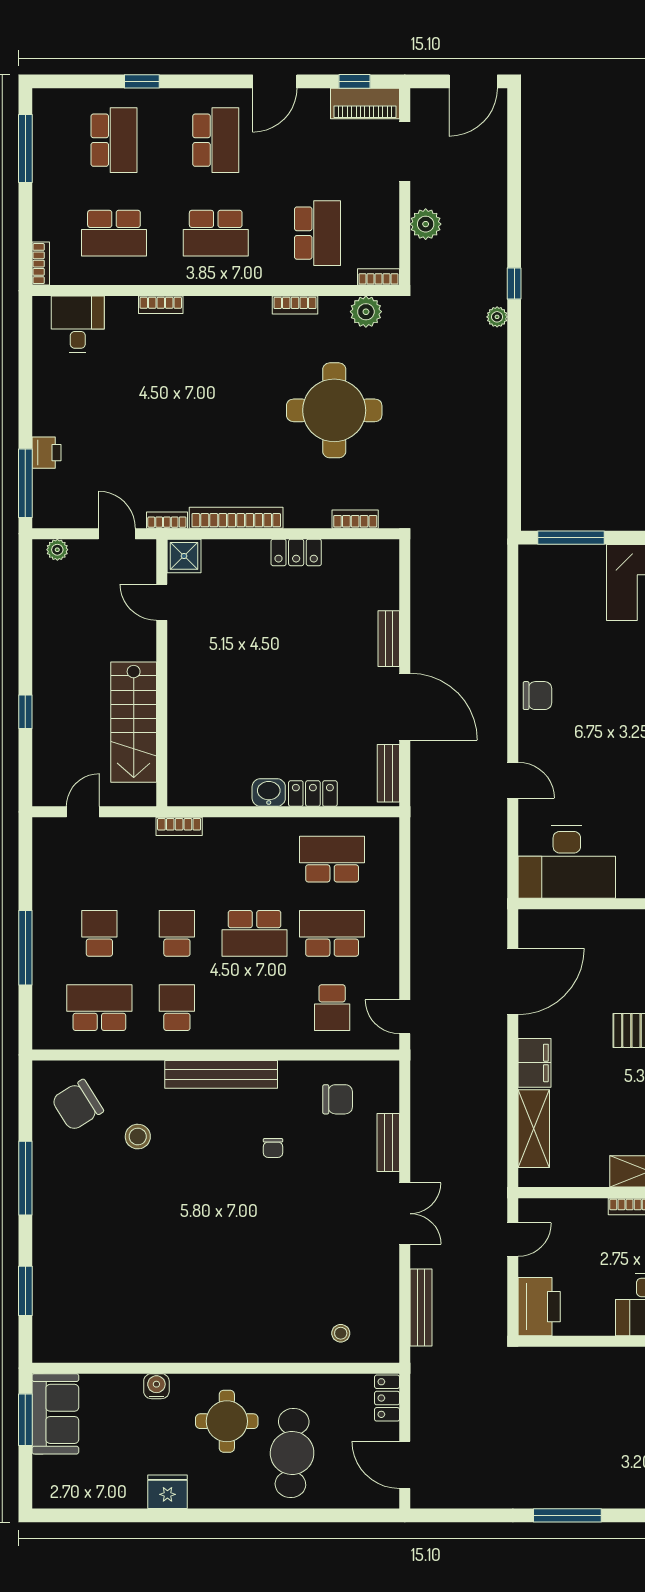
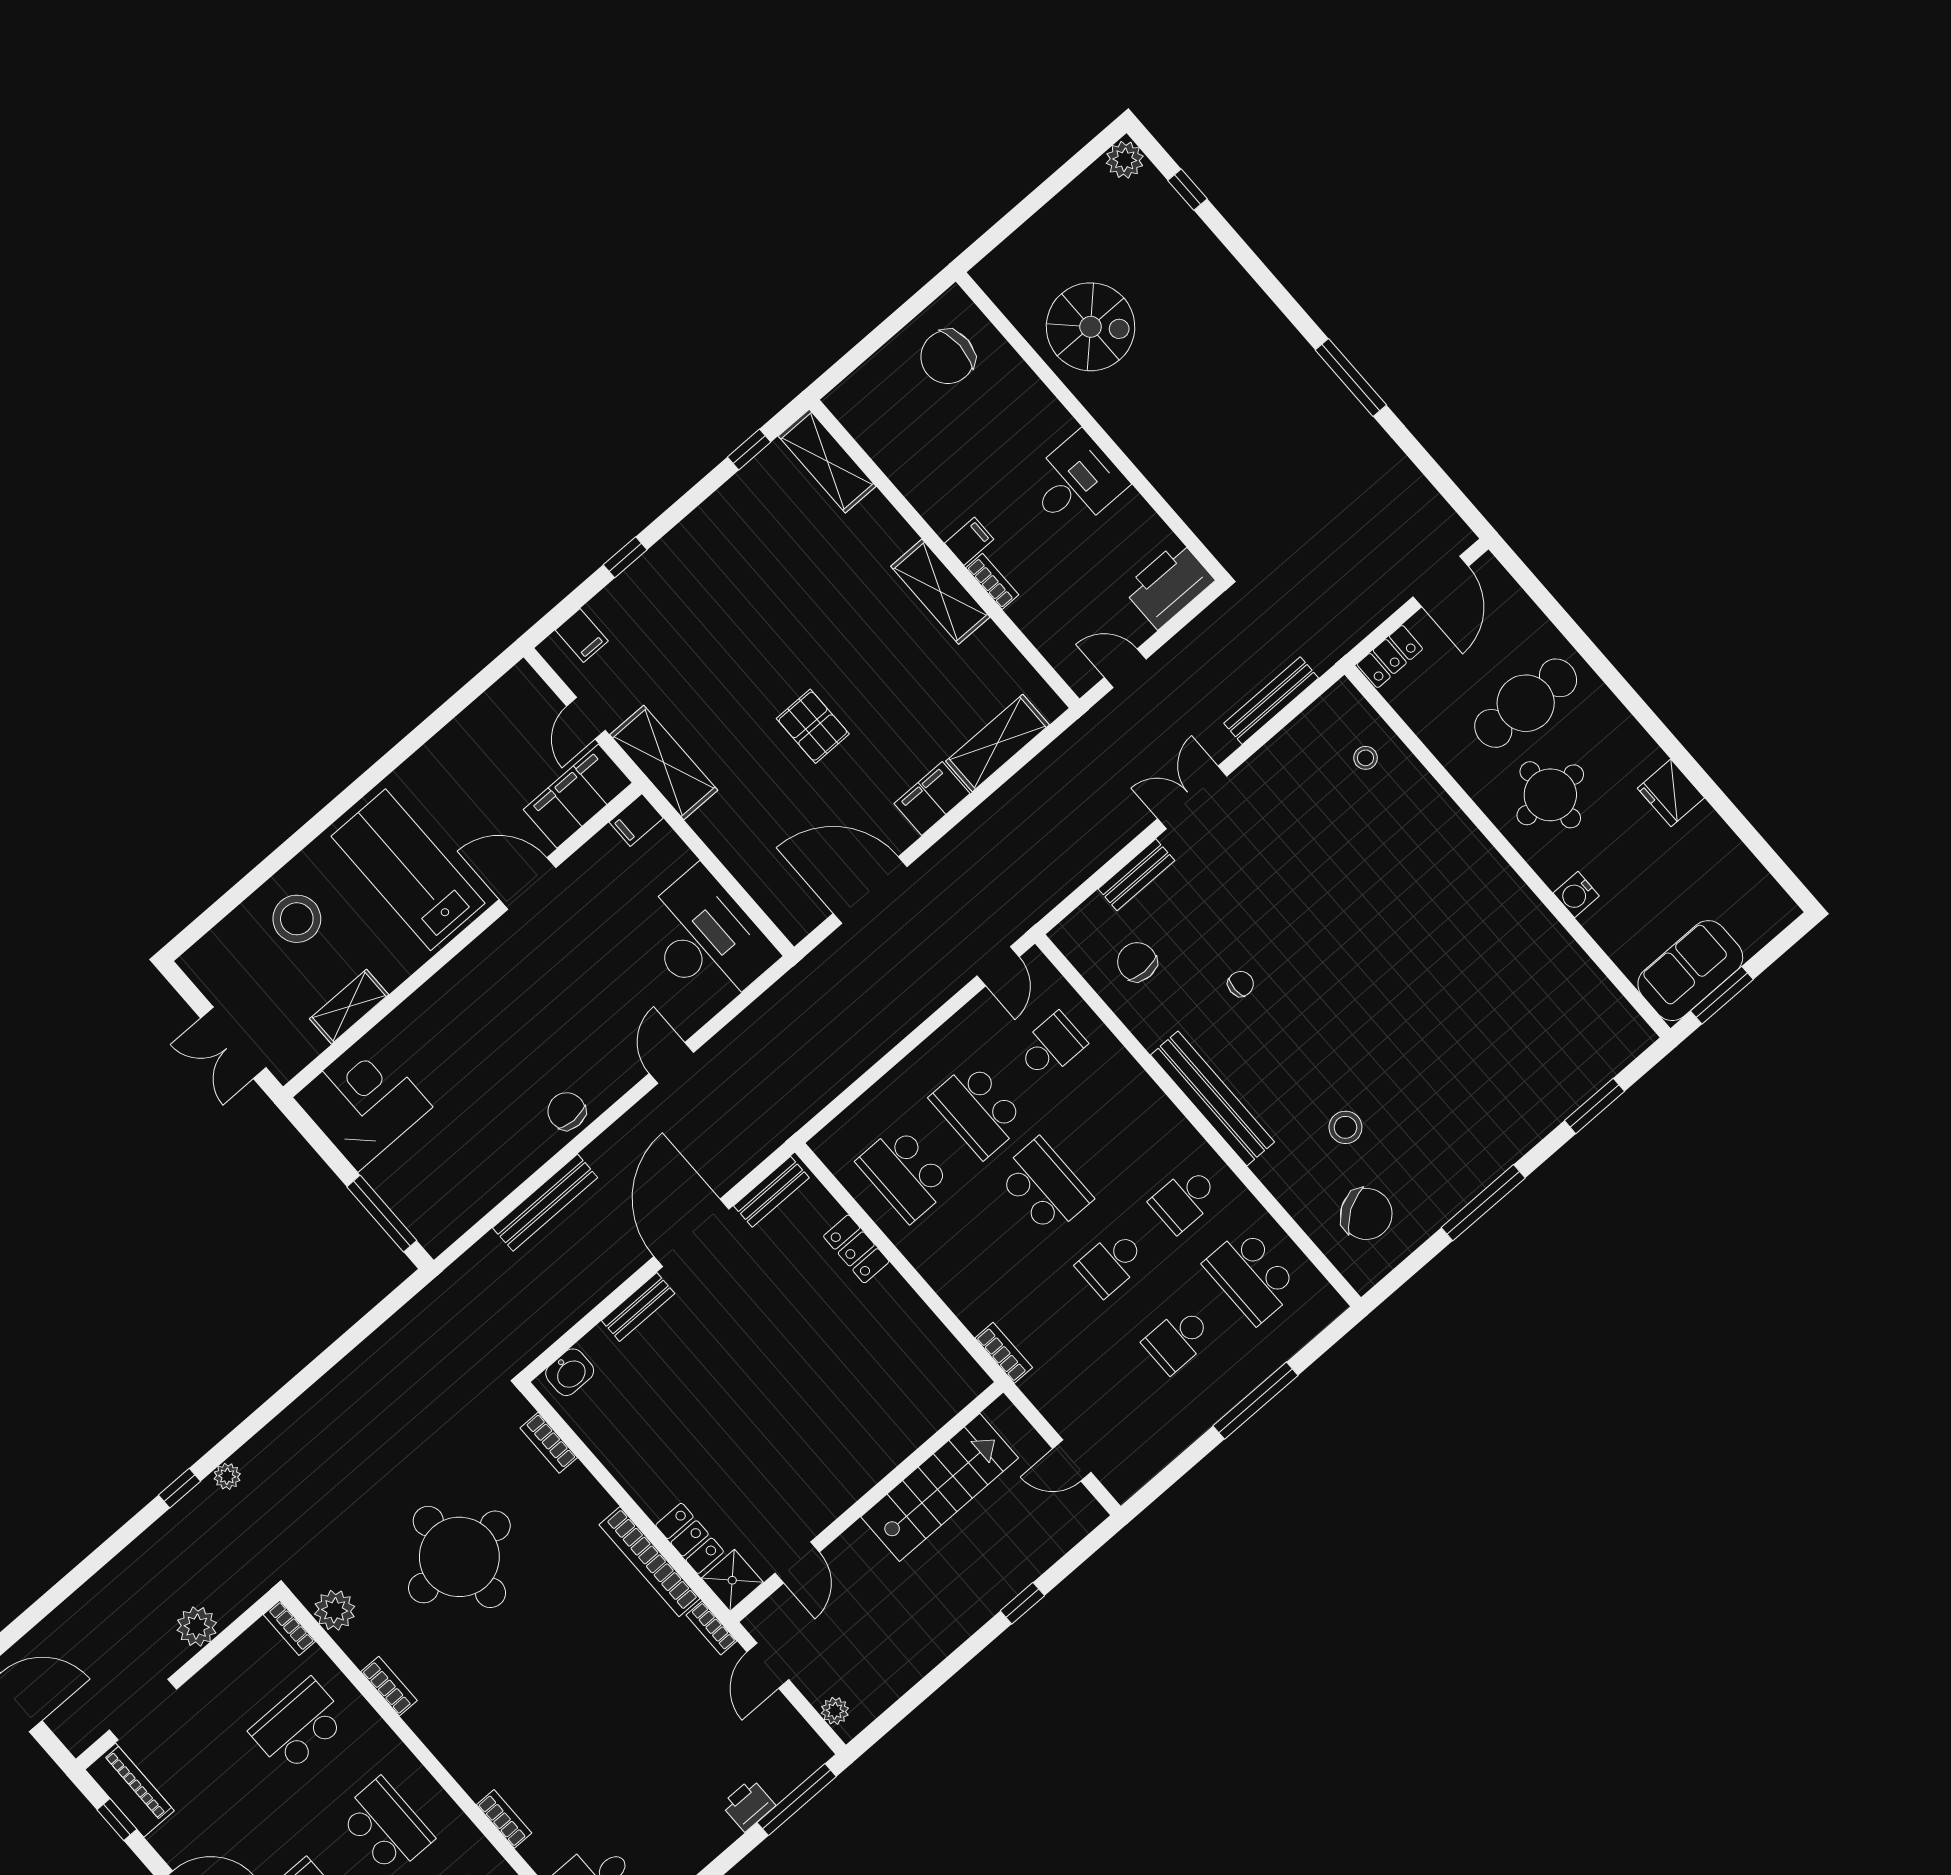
locker: (296, 552) -> (690, 1538), moved
bench: (495, 637) -> (545, 1203), added
washbasin: (269, 793) -> (570, 1372), moved, turned -90

